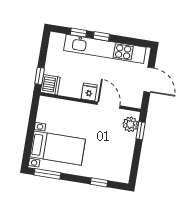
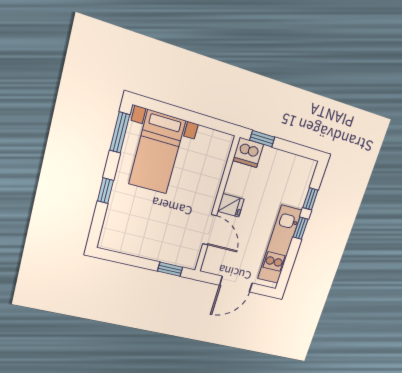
kitchen unit: (105, 49) -> (280, 245), width x0.73
door: (109, 105) -> (210, 230), hinge flipped
plant: (130, 124) -> (180, 256), removed
window: (99, 182) -> (105, 191), moved

